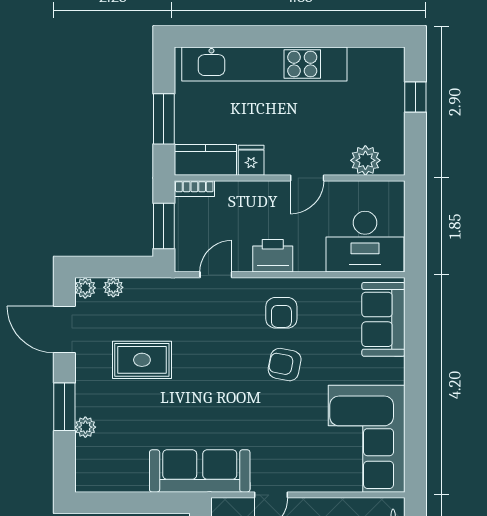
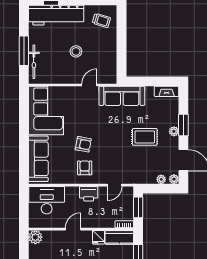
plant: (365, 160) -> (35, 237), moved
sofa: (383, 319) -> (38, 159), width x1.36
rug: (142, 360) -> (145, 137), moved
plant: (85, 427) -> (174, 131), moved
fireplace: (101, 481) -> (167, 91), added

